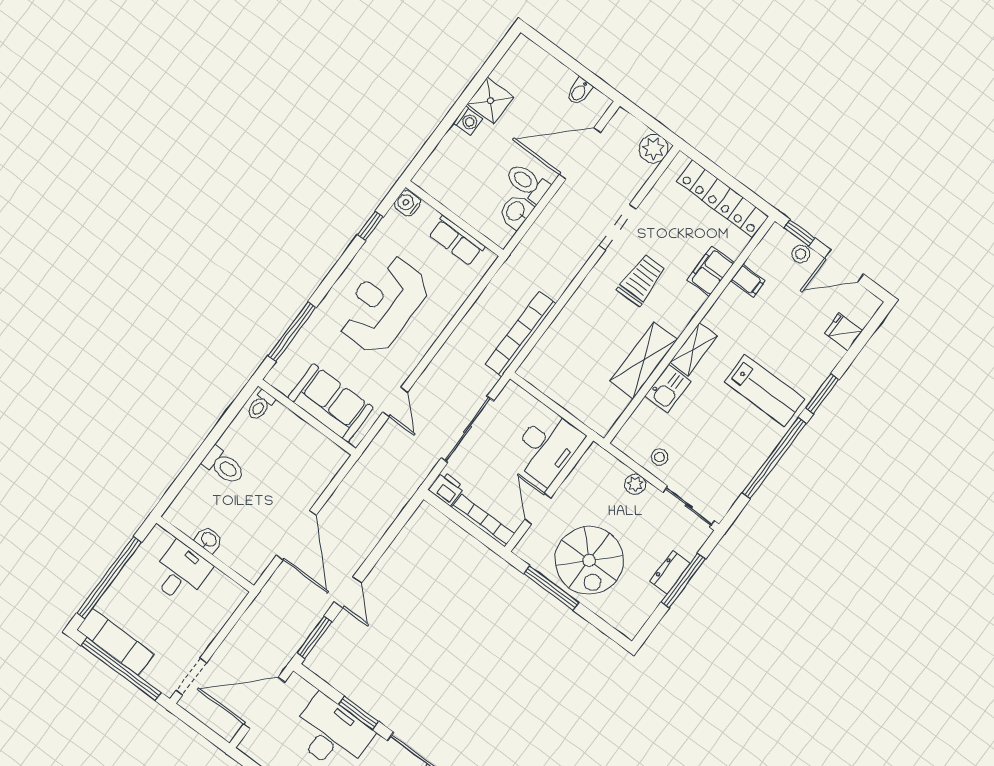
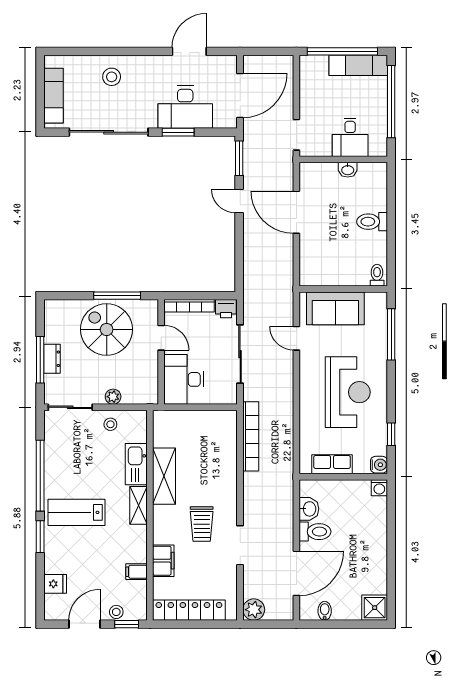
shower: (490, 101) -> (375, 608), moved
washing machine: (468, 121) -> (379, 488), moved, turned -90
kitchen sink: (668, 389) -> (136, 464), width x1.38
doorway: (191, 677) -> (296, 135), moved

